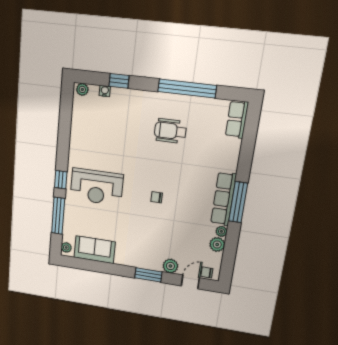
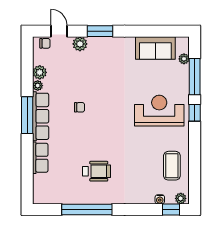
window: (119, 81) -> (171, 209), moved
row of seats: (237, 119) -> (40, 158), moved
coffee table: (89, 127) -> (172, 166), added
chair: (157, 197) -> (80, 107), moved
plant: (66, 247) -> (184, 59), moved
door: (190, 282) -> (59, 31), swing flipped

